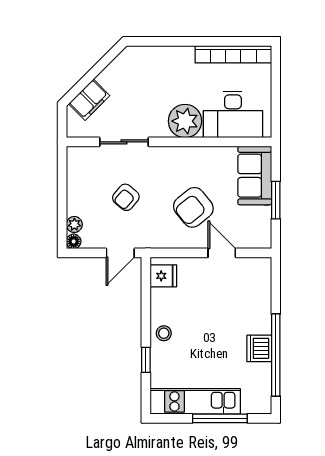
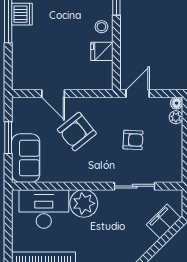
armchair: (126, 197) -> (133, 140), turned 53
armchair: (193, 207) -> (77, 132), turned 180
fridge: (163, 276) -> (102, 51), moved

